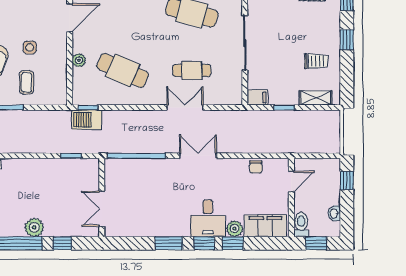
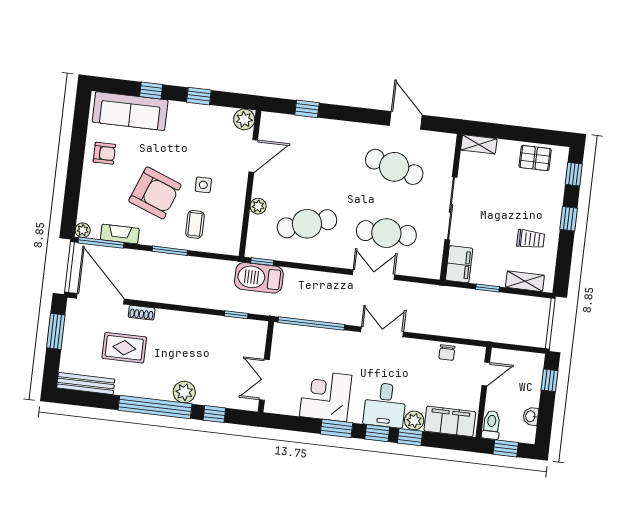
cafe table: (123, 70) -> (307, 224), turned -42
cafe table: (192, 70) -> (386, 233), width x1.37, depth x1.35
filing cabinet: (257, 98) -> (459, 264), width x2.00
barbecue: (87, 120) -> (259, 278), width x1.37, depth x1.21
corner desk: (156, 216) -> (326, 396), added

